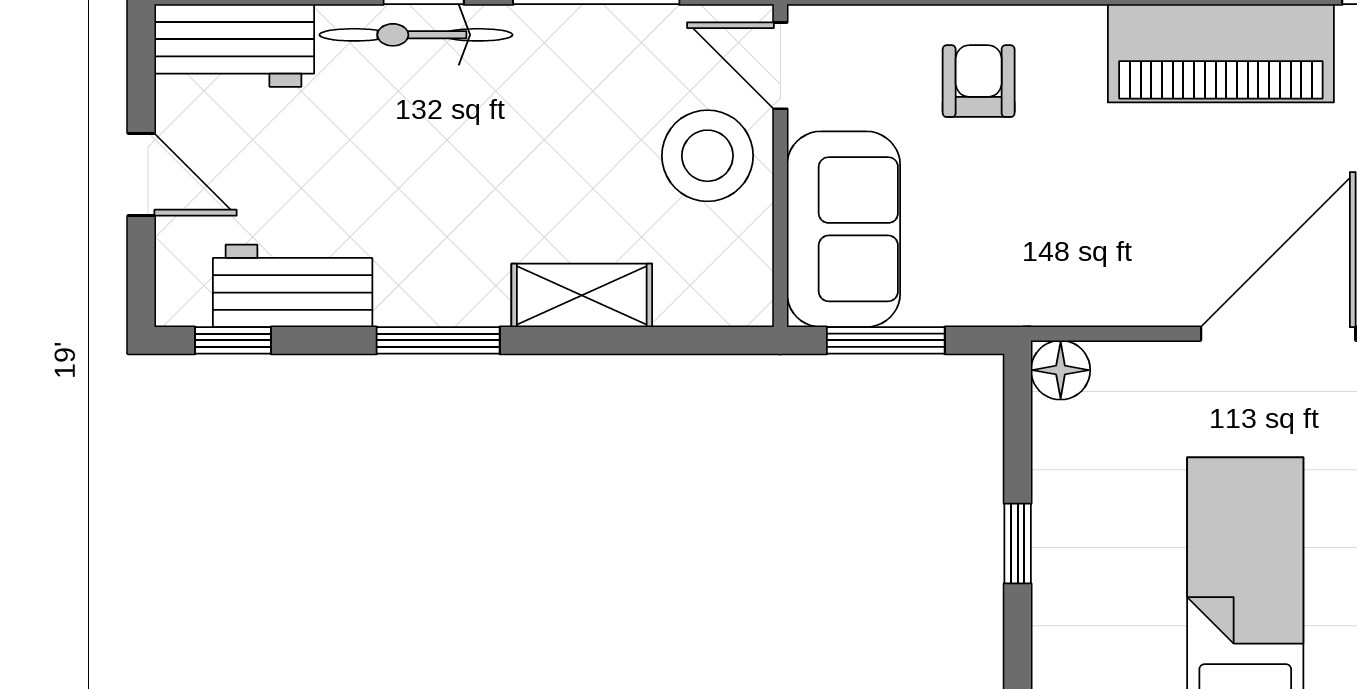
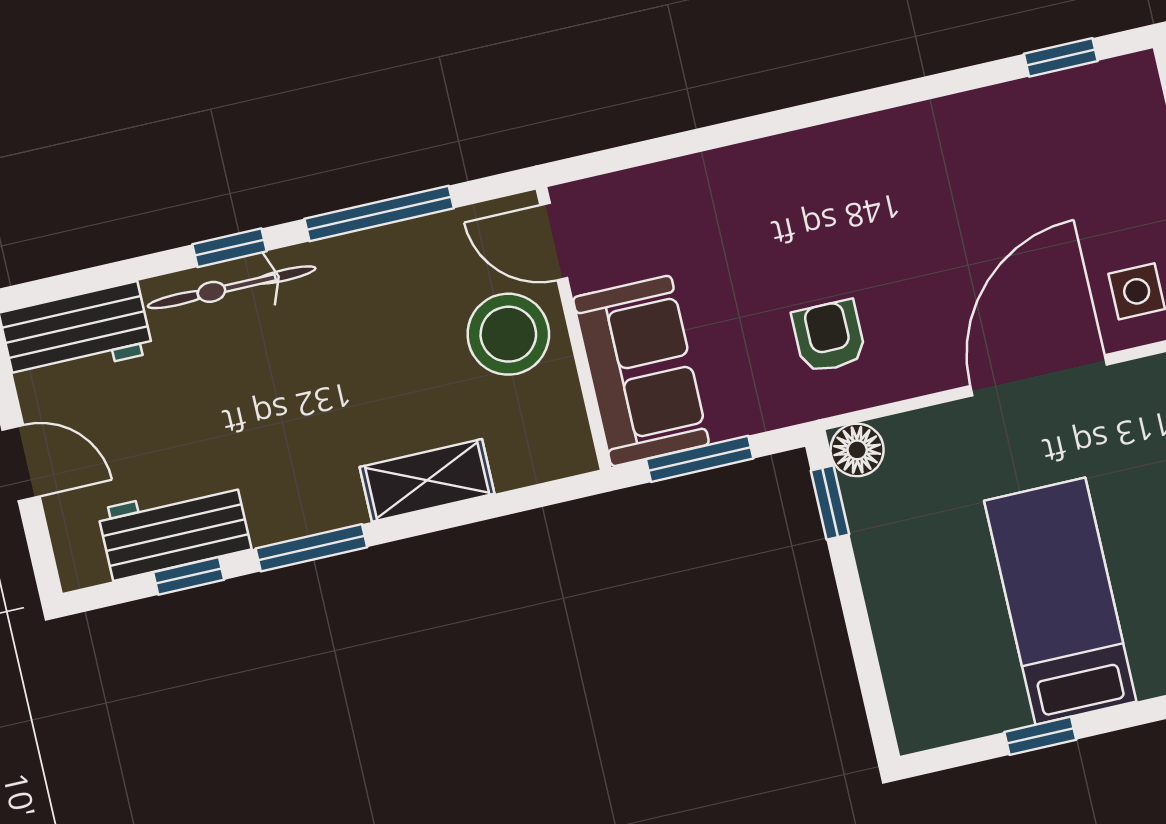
piano: (1221, 53) -> (933, 143), removed
armchair: (979, 81) -> (829, 336), moved
window: (233, 340) -> (189, 576), moved
window: (1018, 544) -> (830, 503), moved

